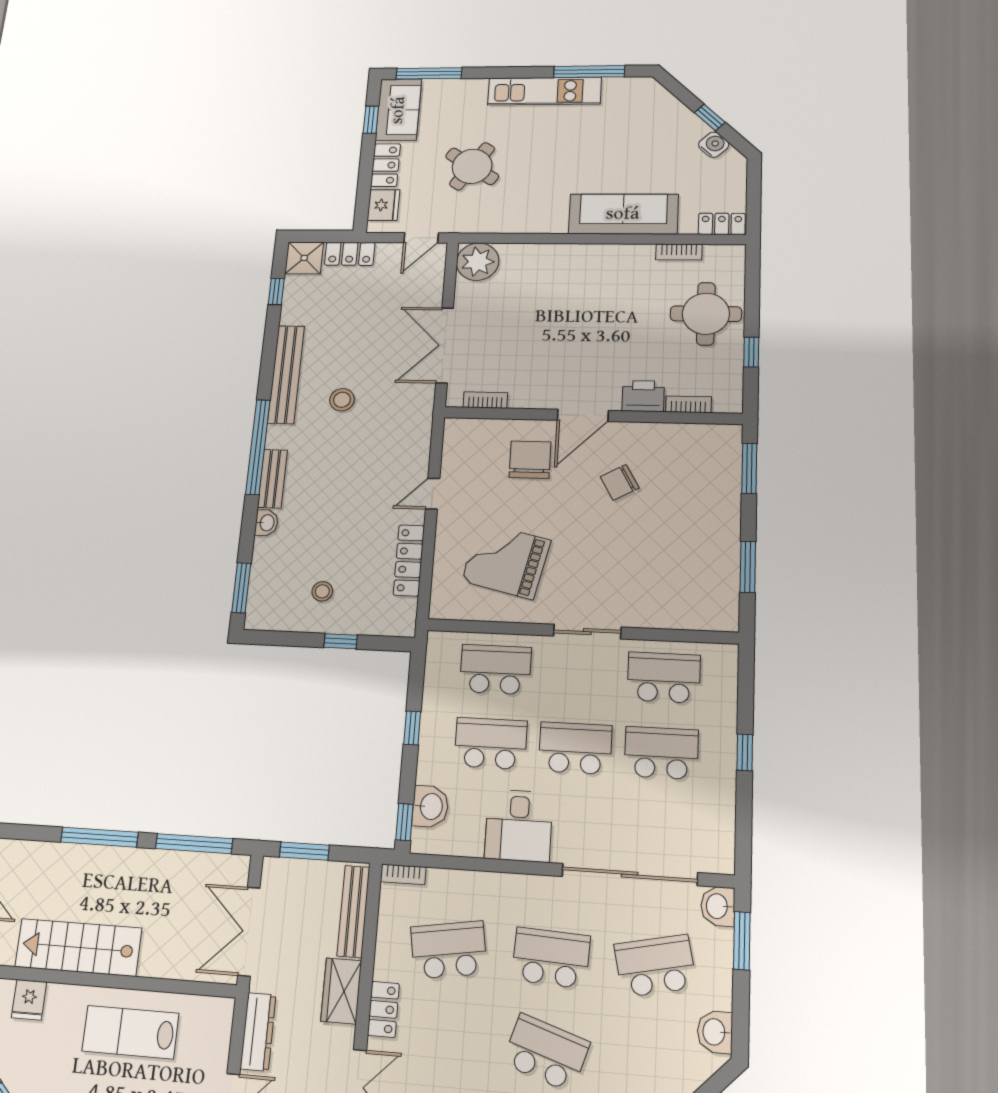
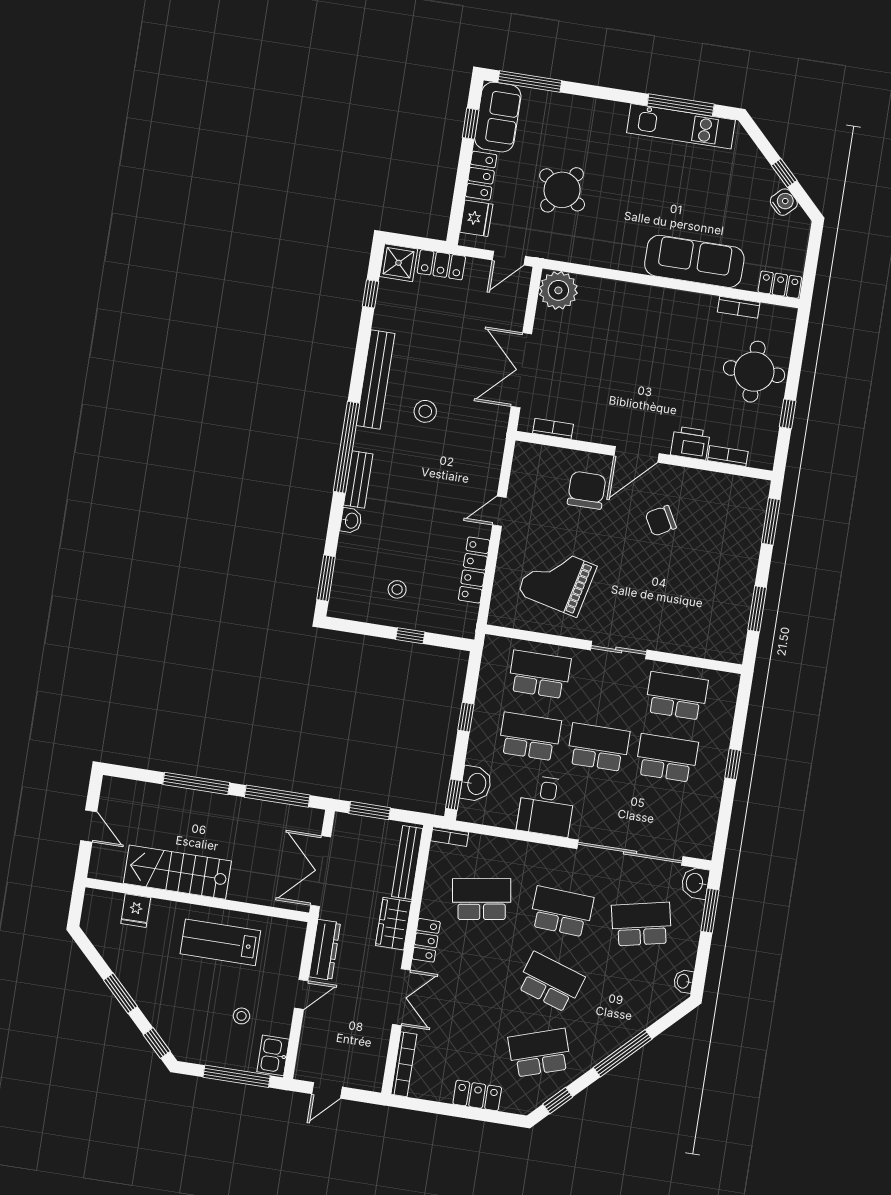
kitchen unit: (544, 91) -> (681, 126), moved
washbasin: (715, 1032) -> (684, 981), width x0.72, depth x0.69

